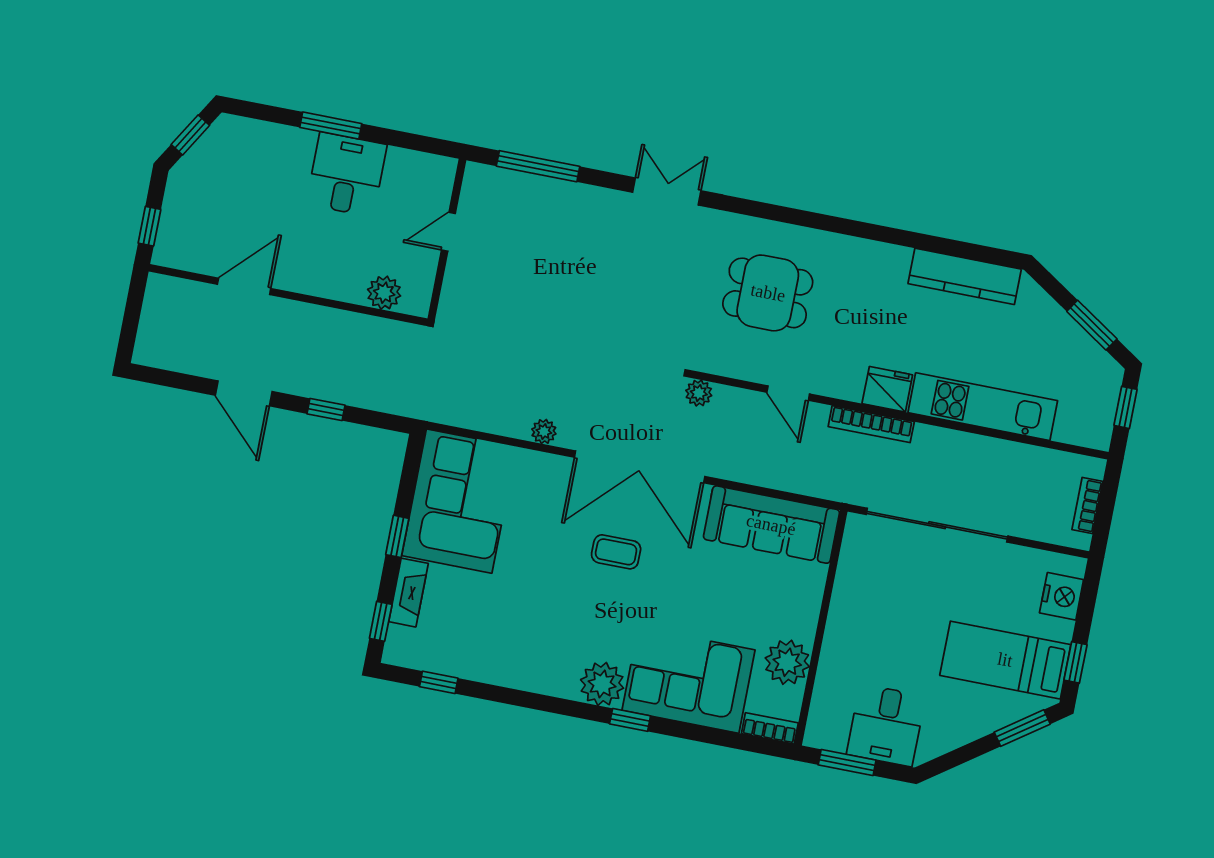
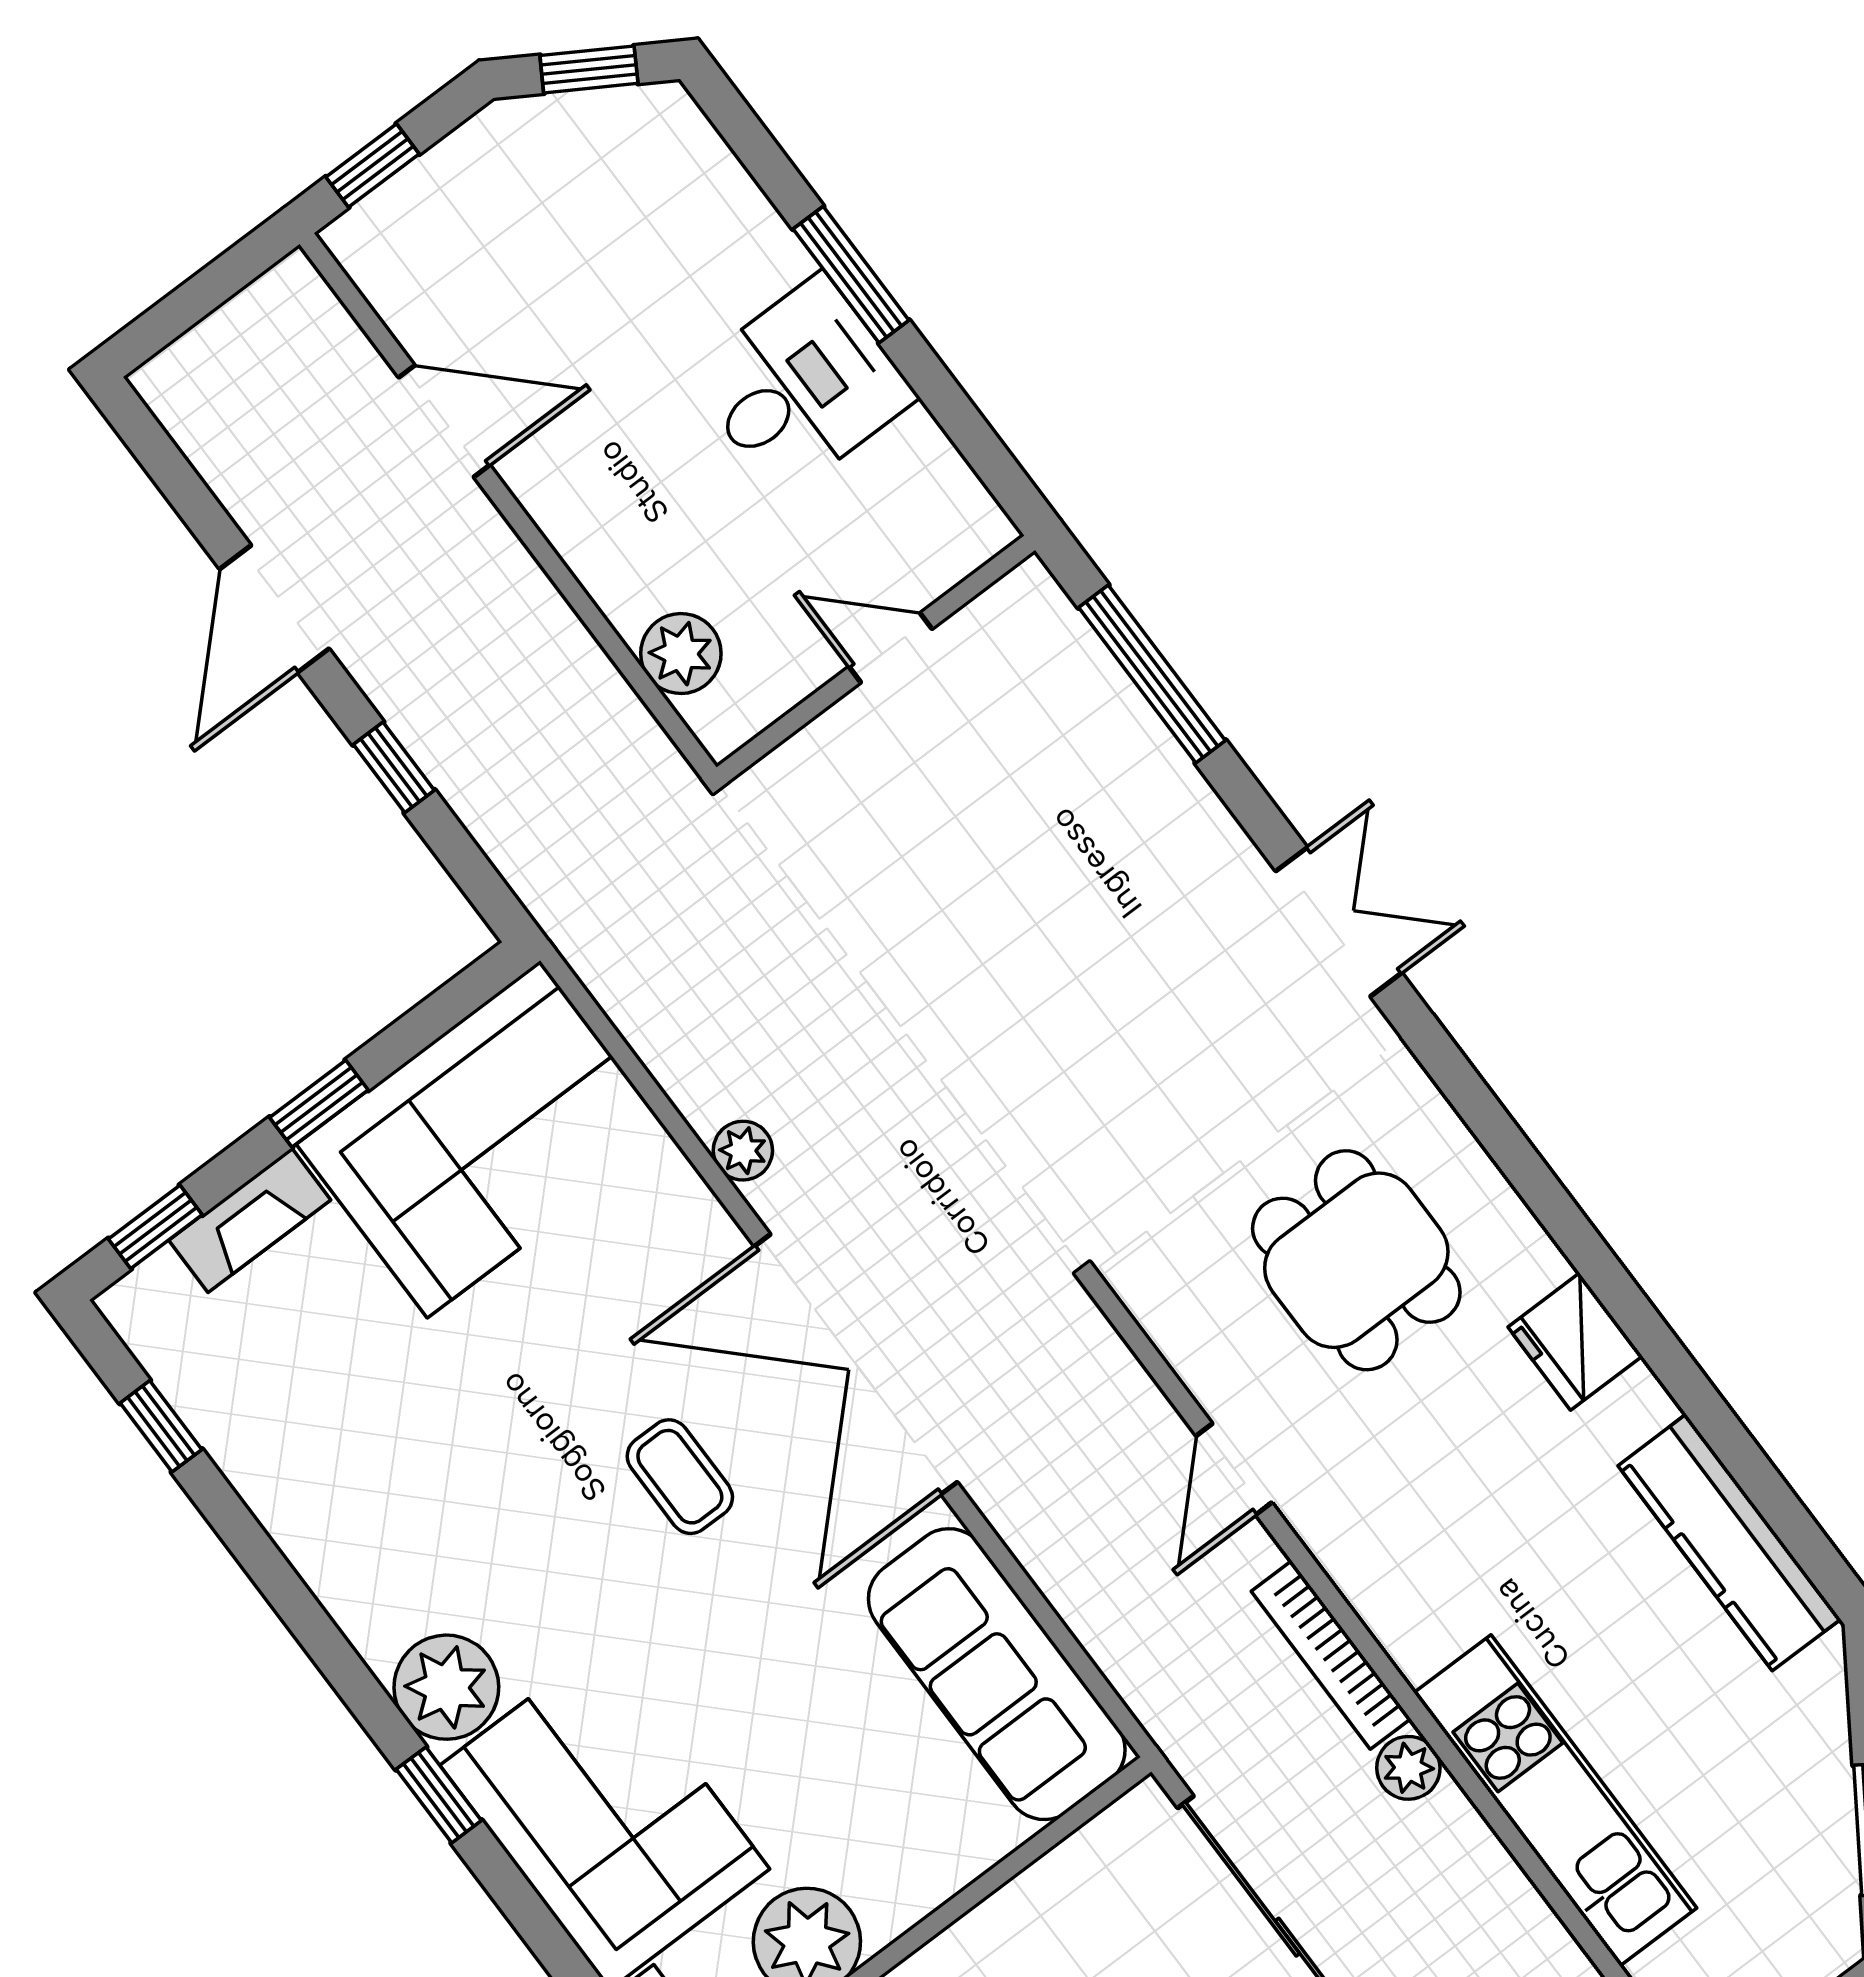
fridge: (887, 389) -> (1575, 1342), moved, turned 180
plant: (699, 393) -> (1408, 1768), moved

